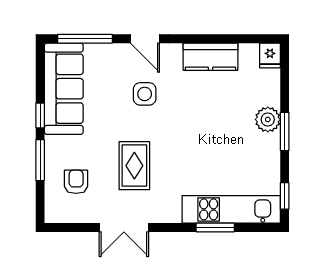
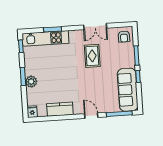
side table: (145, 94) -> (90, 90), removed
armchair: (76, 182) -> (124, 36), moved
double door: (124, 228) -> (95, 27), swing flipped

